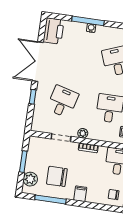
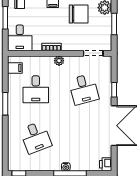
printer: (54, 31) -> (106, 164), width x0.53, depth x0.68
desk: (63, 102) -> (84, 89), turned -30
doorway: (61, 138) -> (93, 53), moved

